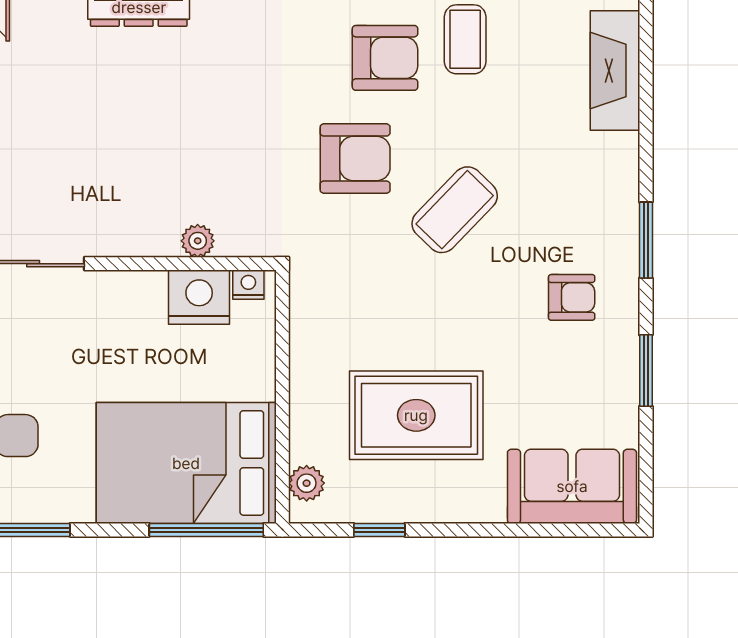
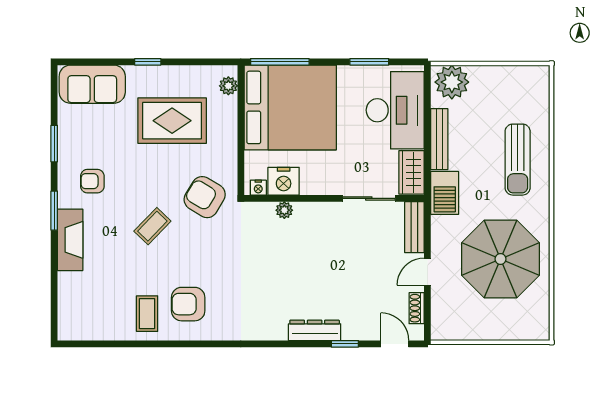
fireplace: (615, 71) -> (70, 240), moved
armchair: (355, 159) -> (205, 197), moved, turned 31
coffee table: (455, 210) -> (152, 226), width x0.73, depth x0.77
bed: (186, 463) -> (290, 107), width x1.36
window: (379, 530) -> (148, 62), moved

